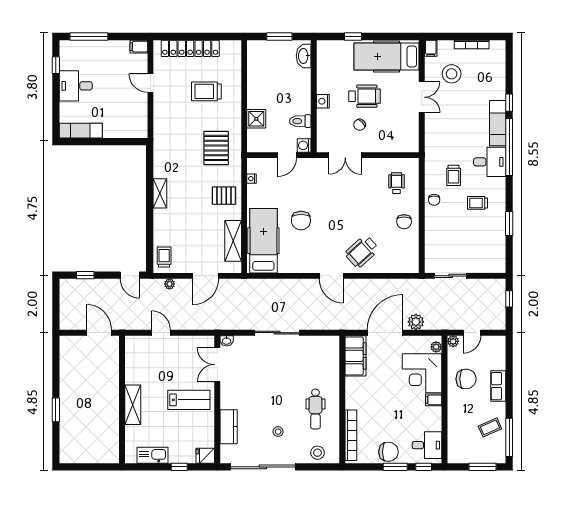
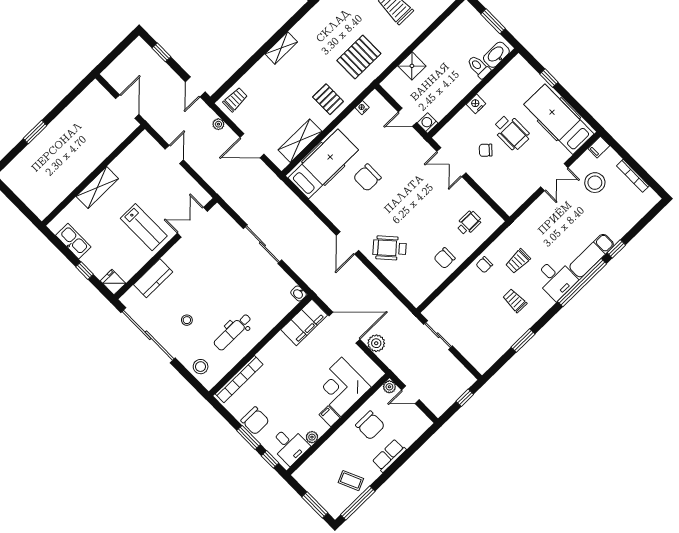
toilet: (300, 121) -> (479, 67), moved
washbasin: (227, 341) -> (299, 293), moved
plant: (436, 347) -> (312, 437), moved

